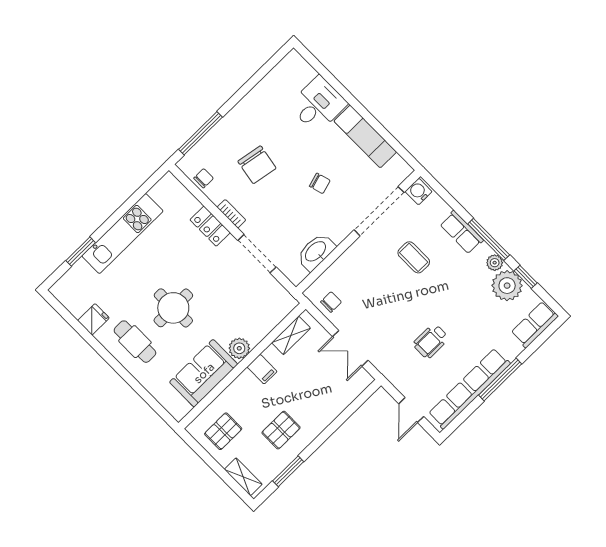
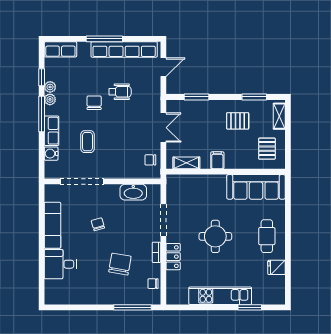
water cooler: (419, 192) -> (51, 154), moved, turned 90
plant: (507, 286) -> (50, 87), width x0.53, depth x0.53
chair: (446, 304) -> (94, 103), added
round table: (173, 308) -> (215, 236), moved
plant: (239, 348) -> (218, 182), removed
sofa: (204, 373) -> (256, 187), width x1.36
window: (347, 413) -> (197, 97), added
pallet: (223, 431) -> (267, 149), turned 90

